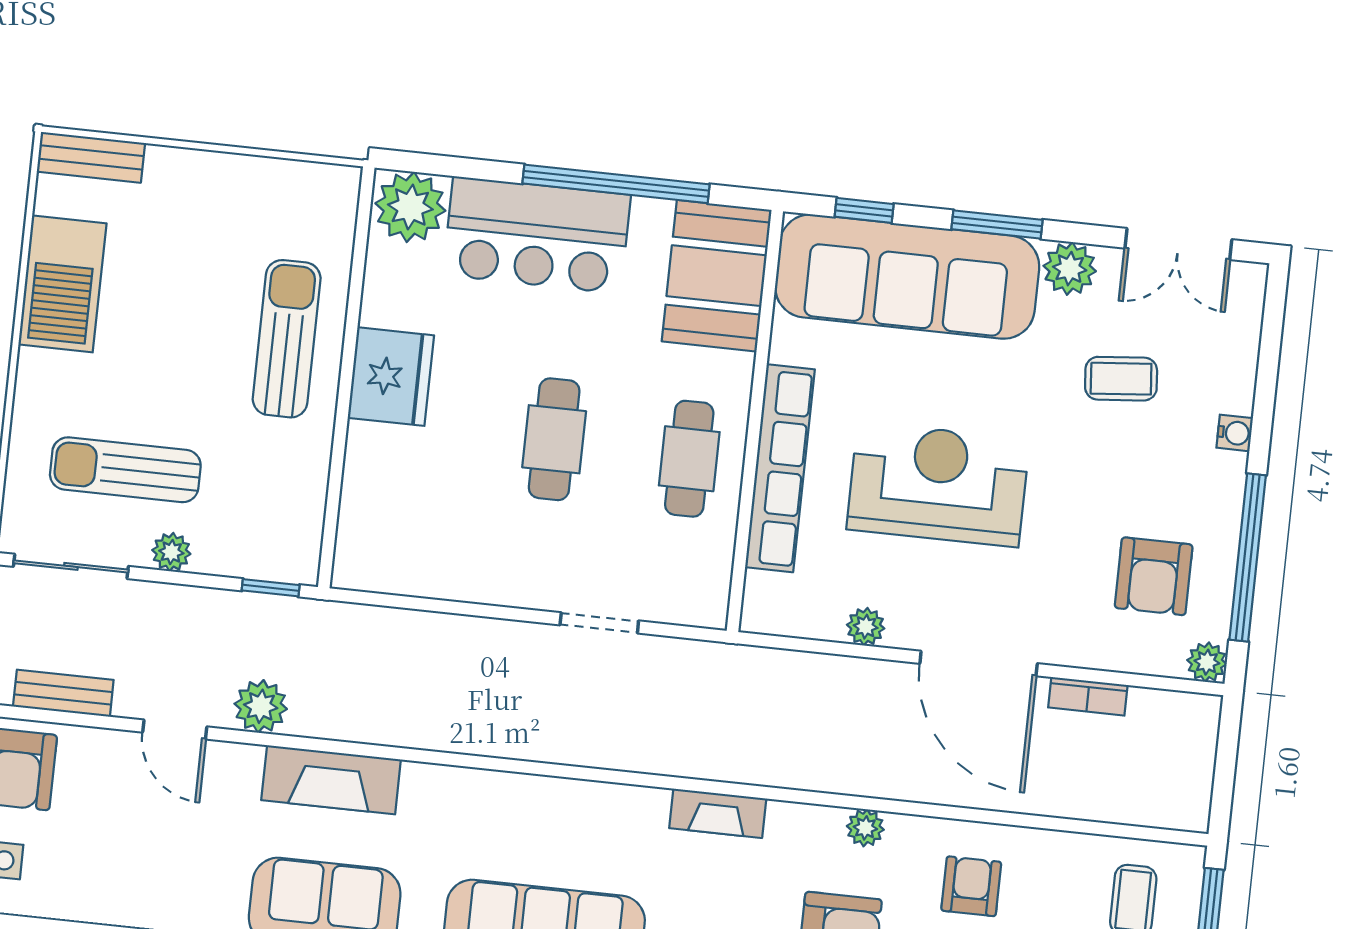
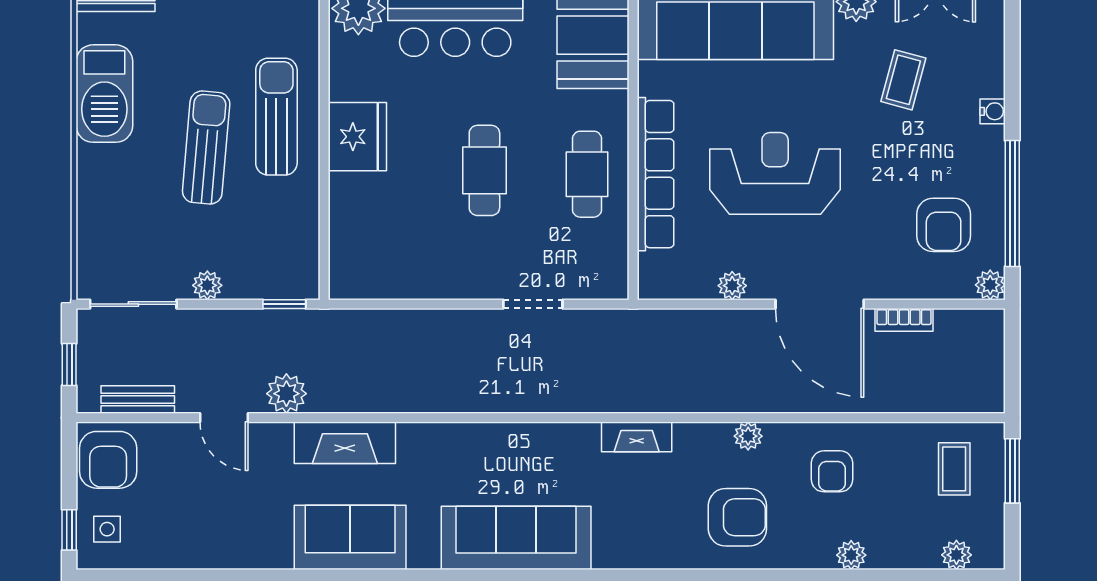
coffee table: (1121, 379) -> (903, 80), turned -70
sun lounger: (125, 470) -> (206, 147), moved, turned 95
armchair: (971, 886) -> (832, 471), turned 180

